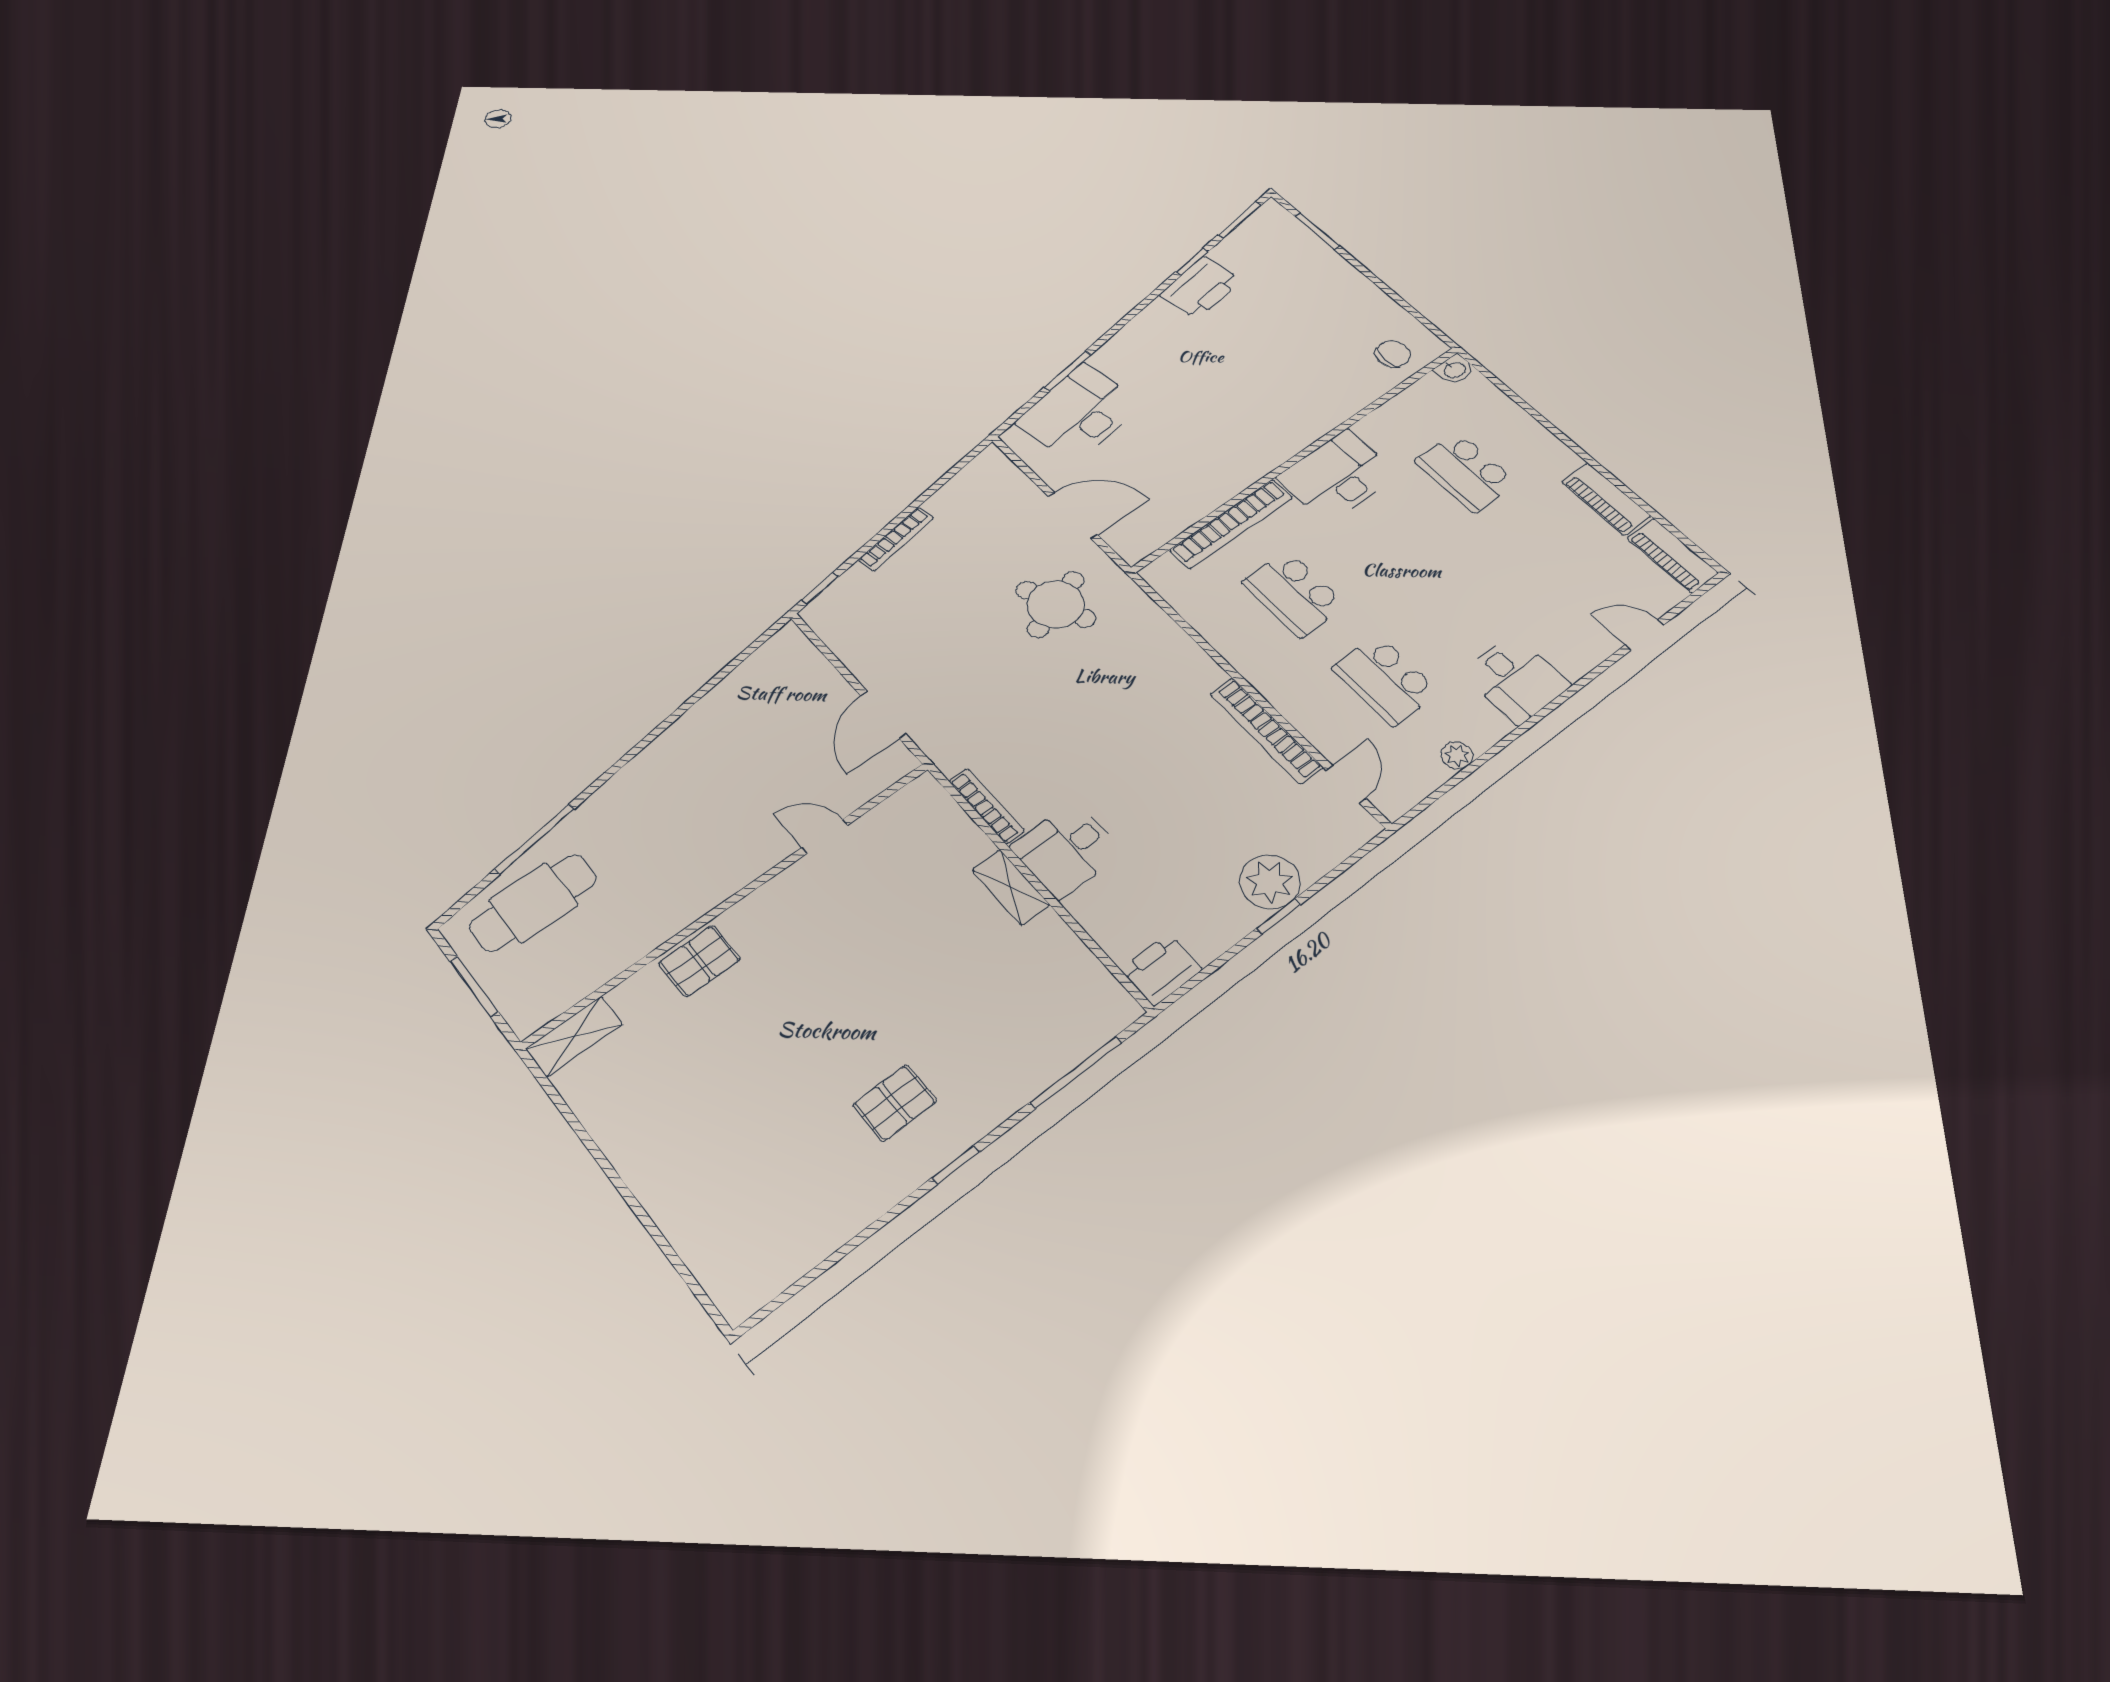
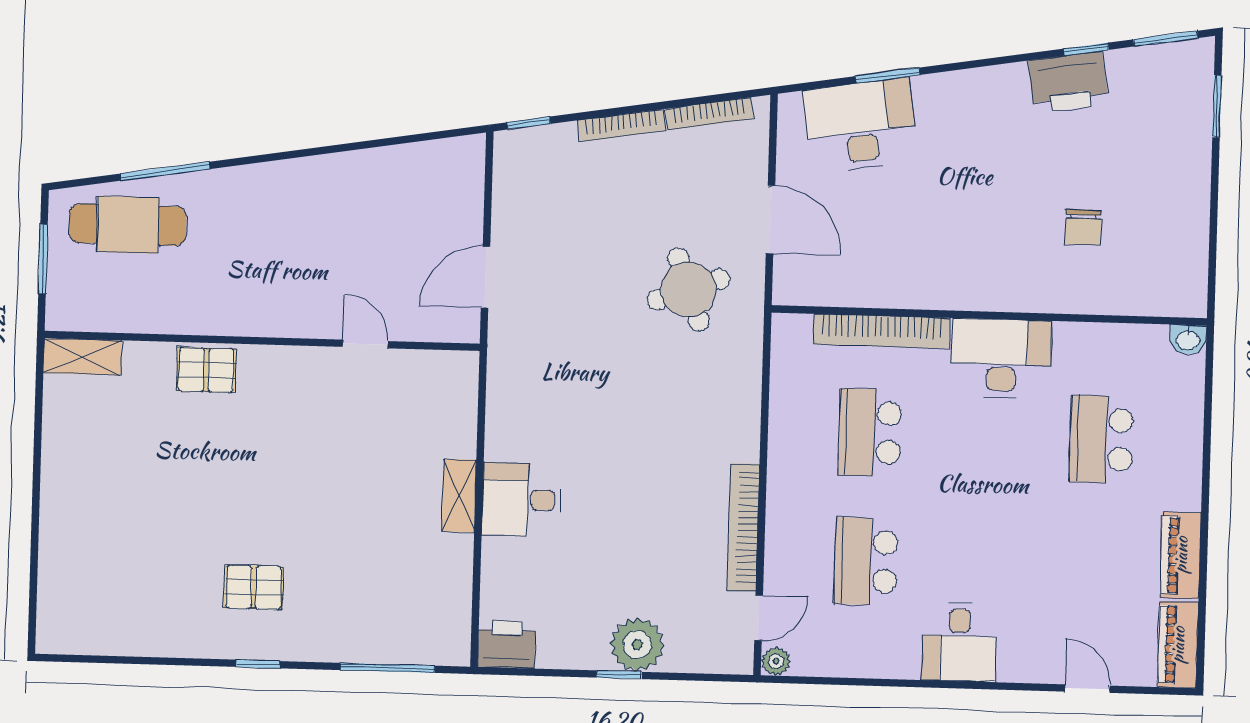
chair: (1393, 354) -> (1083, 227), moved, turned 90
plant: (1457, 755) -> (776, 661), moved
bookcase: (986, 806) -> (709, 114), moved, turned 81

